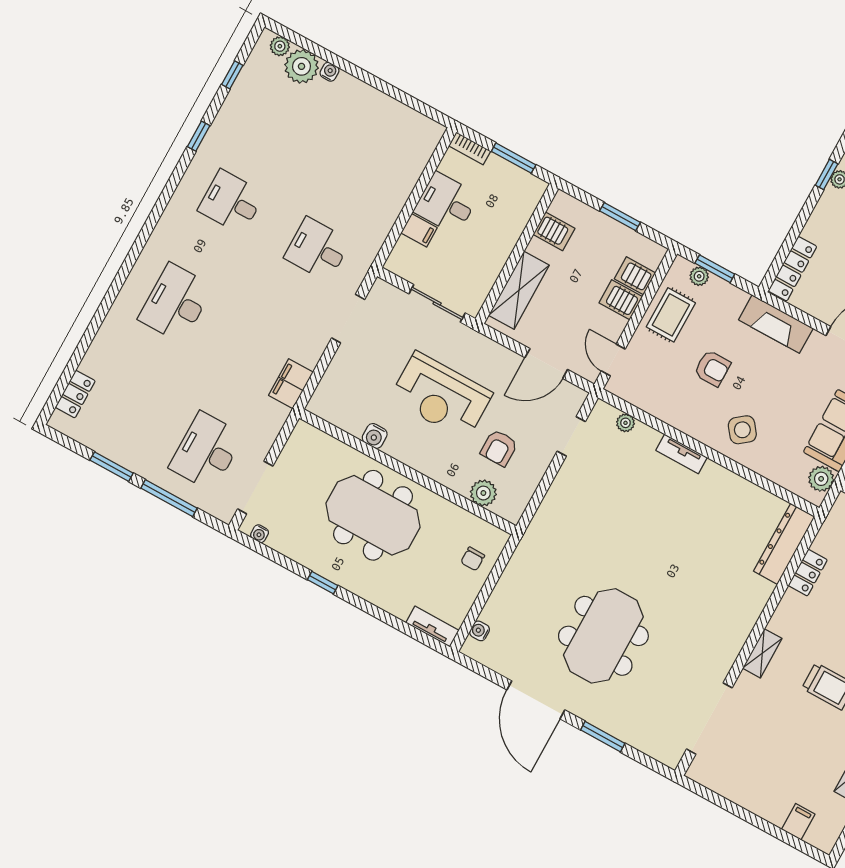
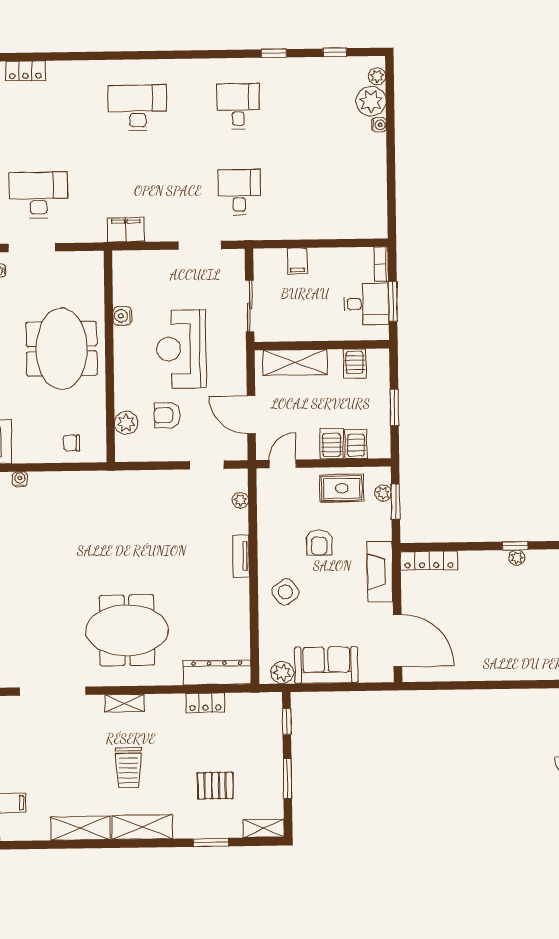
desk: (446, 203) -> (366, 304), moved, turned 90
meeting table: (603, 636) -> (127, 630), moved

